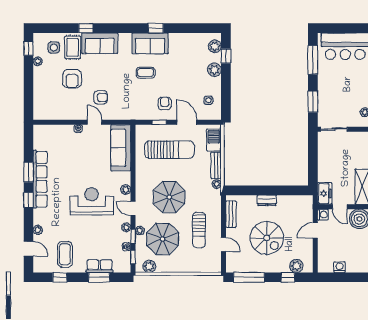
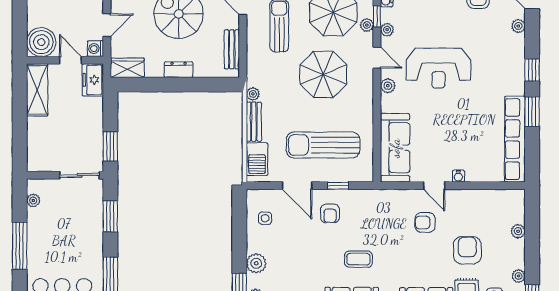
plant: (38, 91) -> (518, 231), added
window: (313, 149) -> (110, 146), added
row of seats: (40, 179) -> (515, 139), moved
wardrobe: (301, 202) -> (127, 68), added

